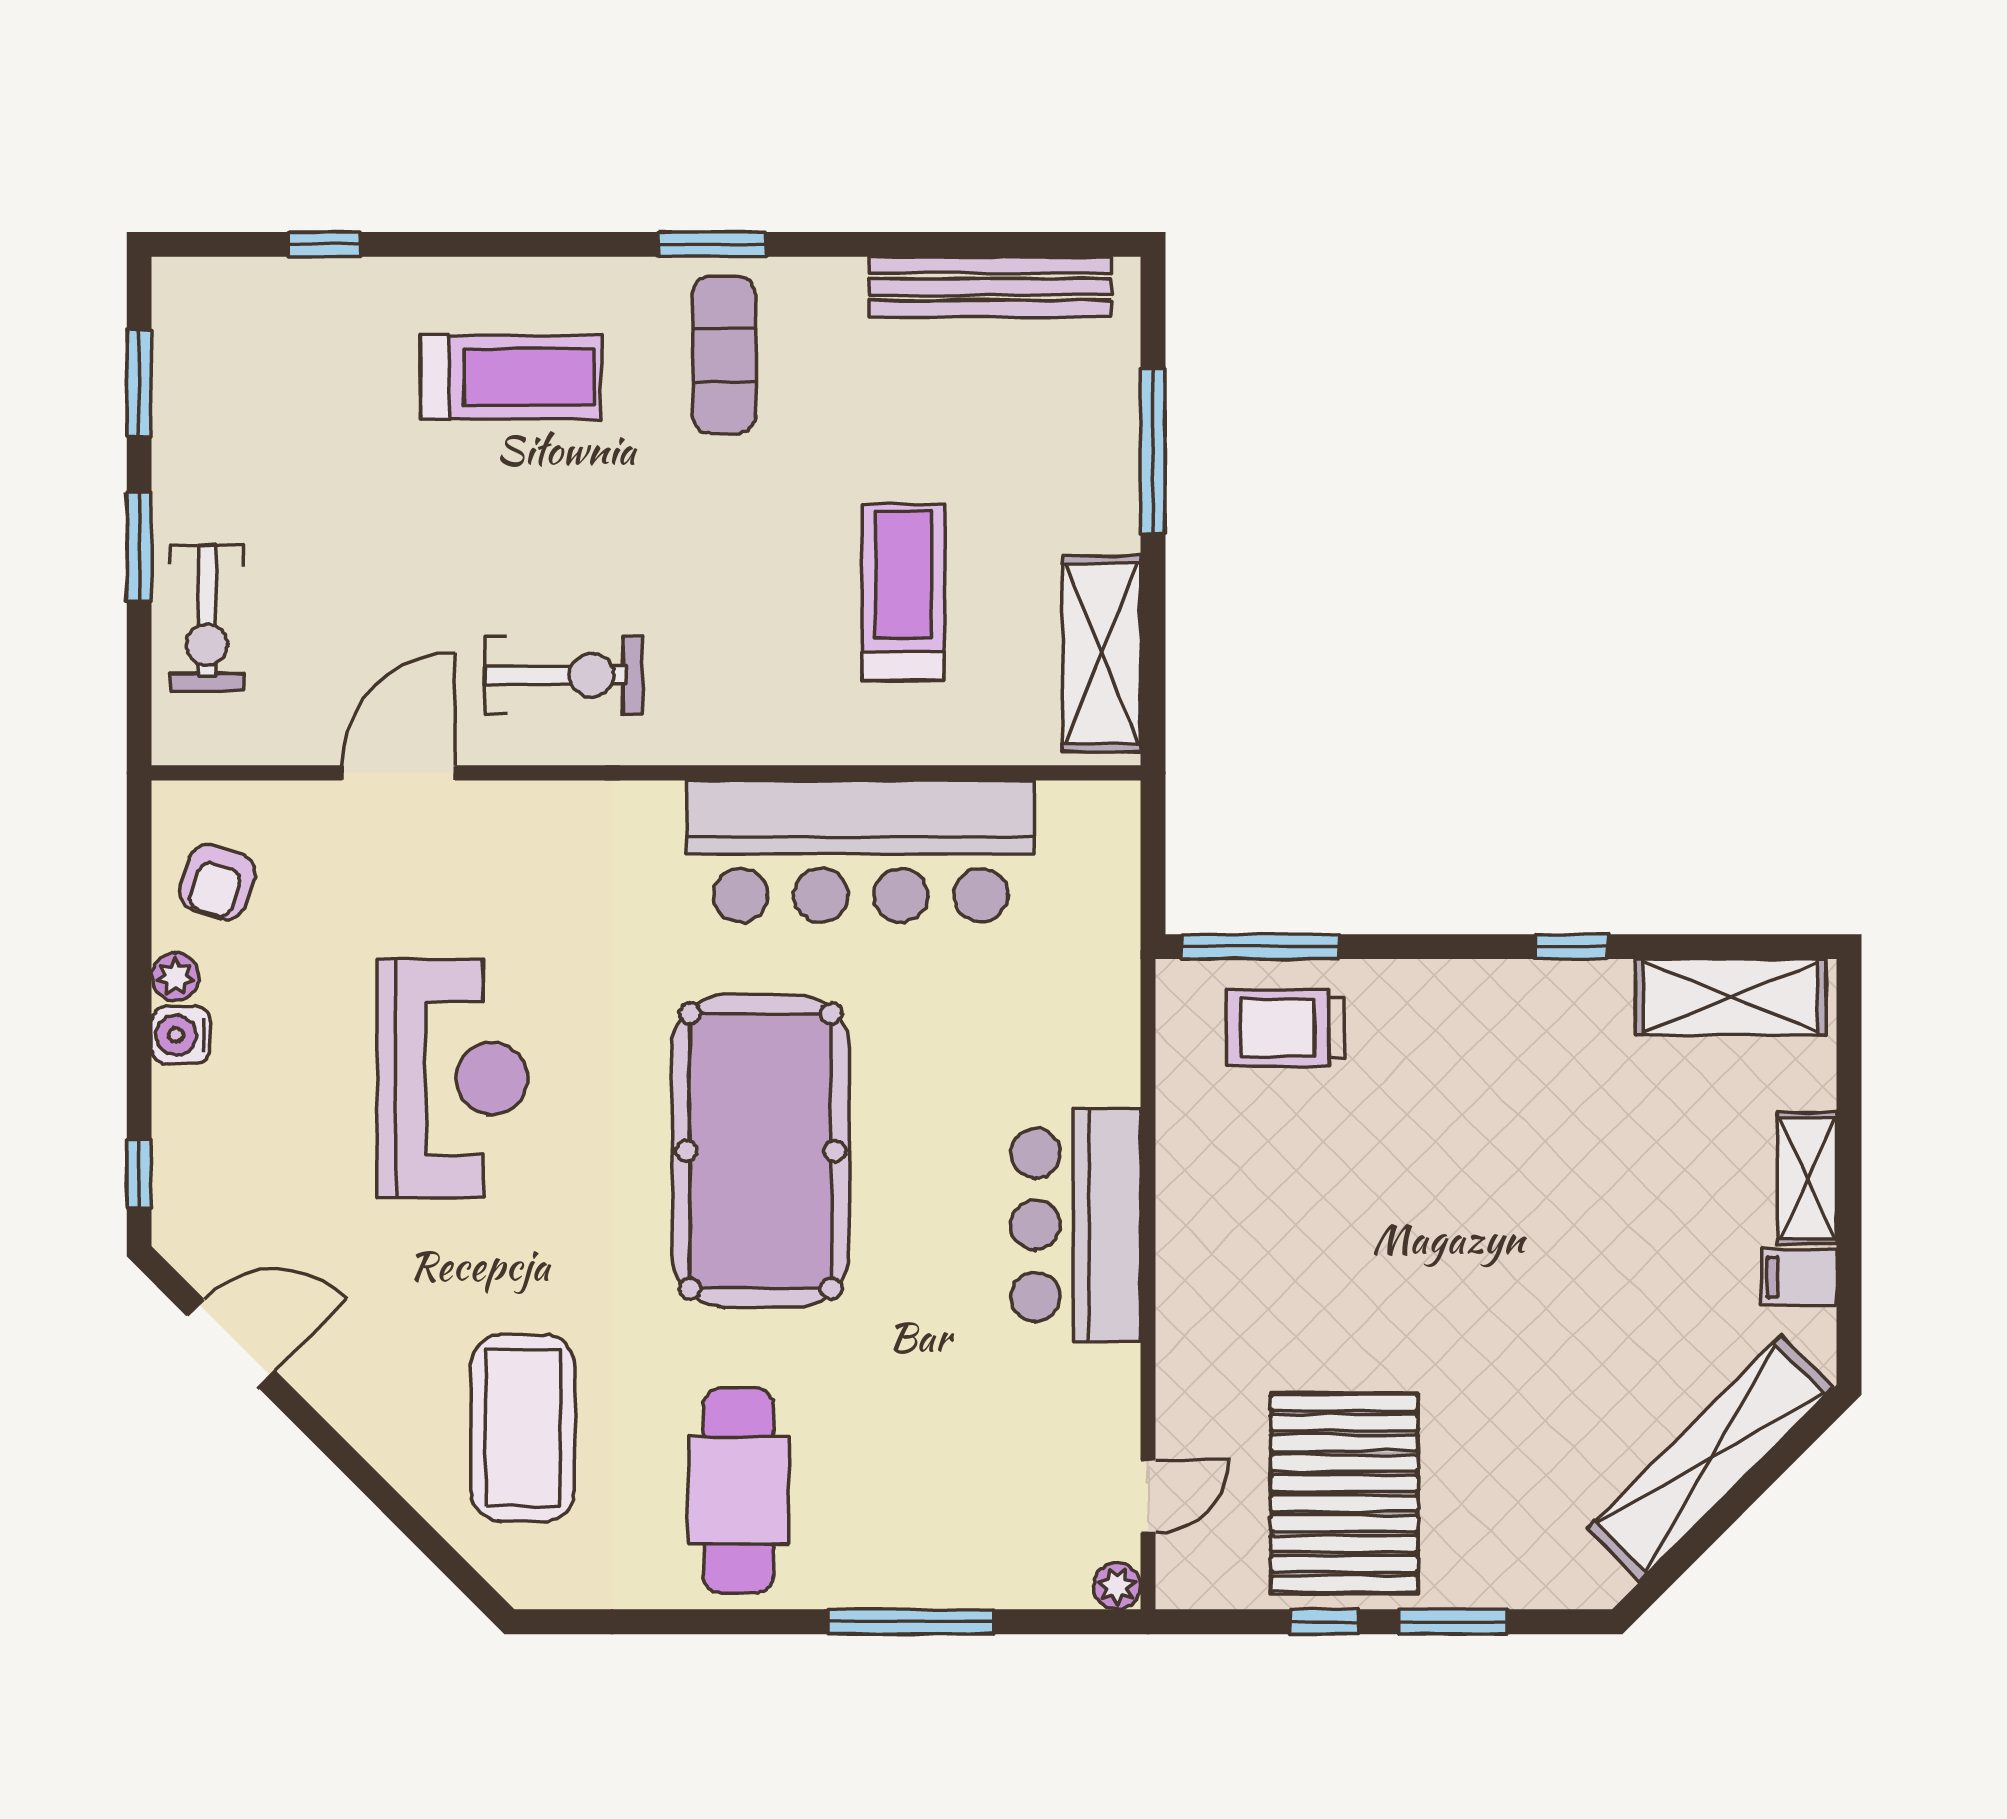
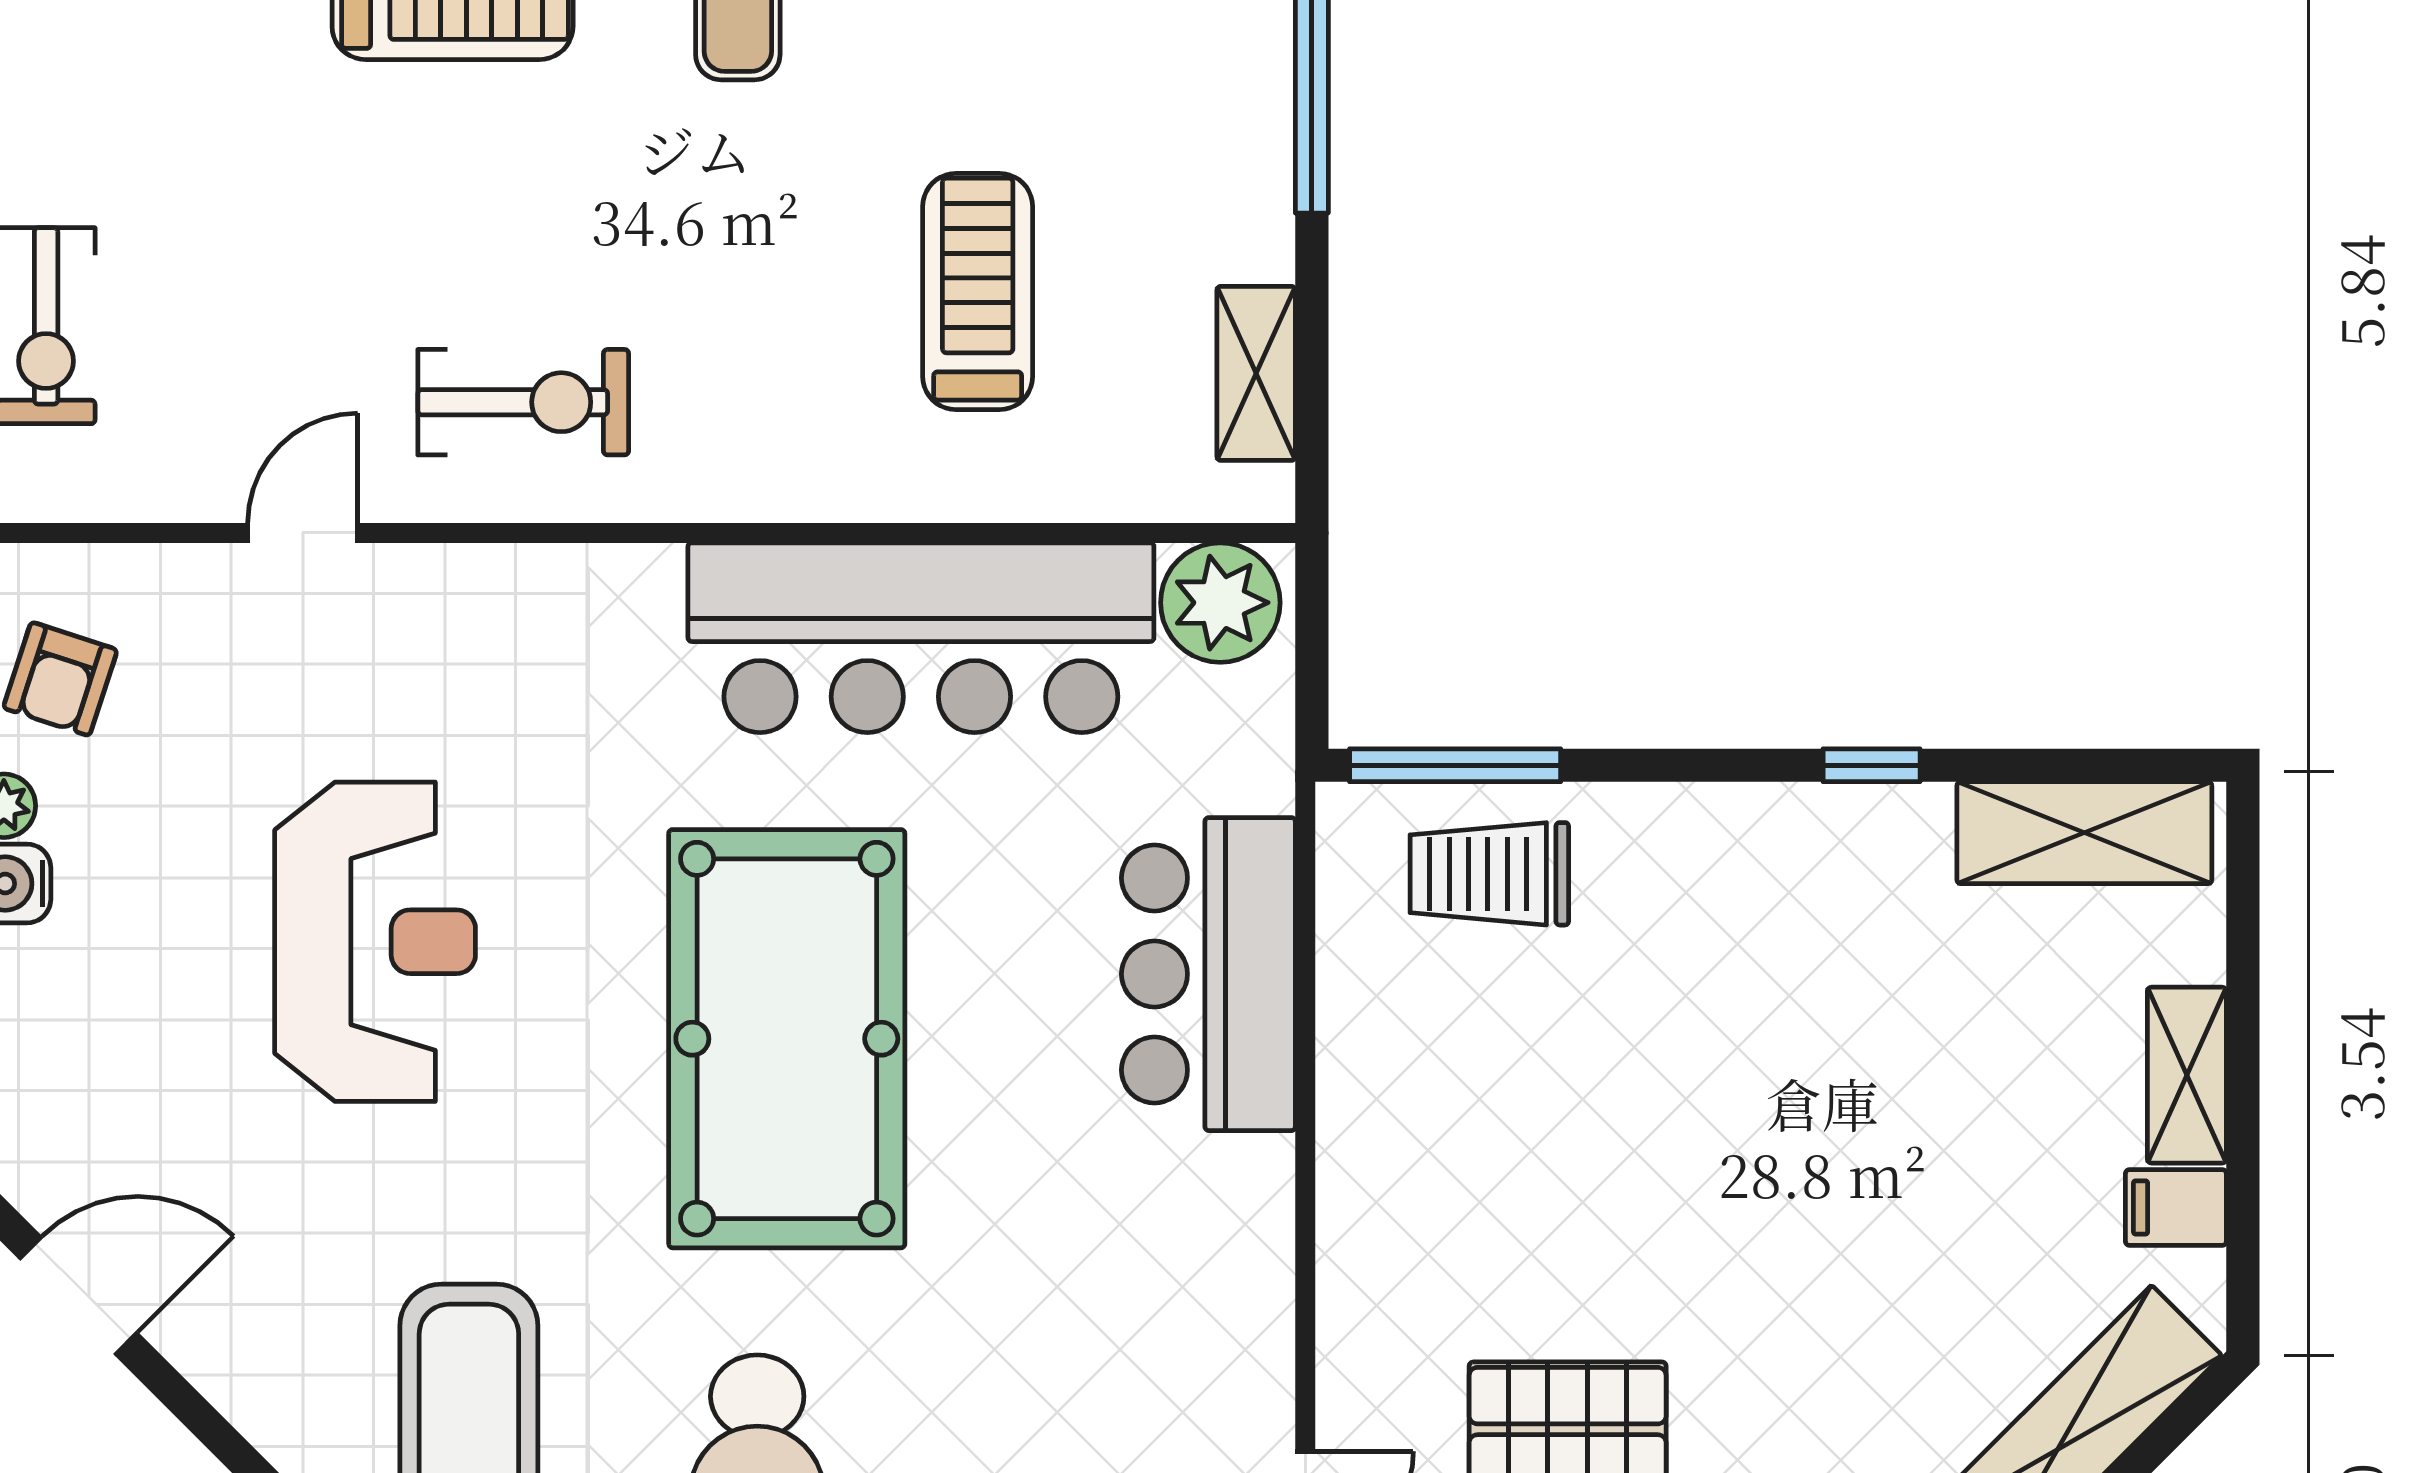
shelving: (1102, 654) -> (1256, 373), width x0.67, depth x0.75
door: (399, 773) -> (303, 533), width x0.73
plant: (1085, 825) -> (1220, 603), added
bar counter: (1076, 1225) -> (1208, 974), moved

